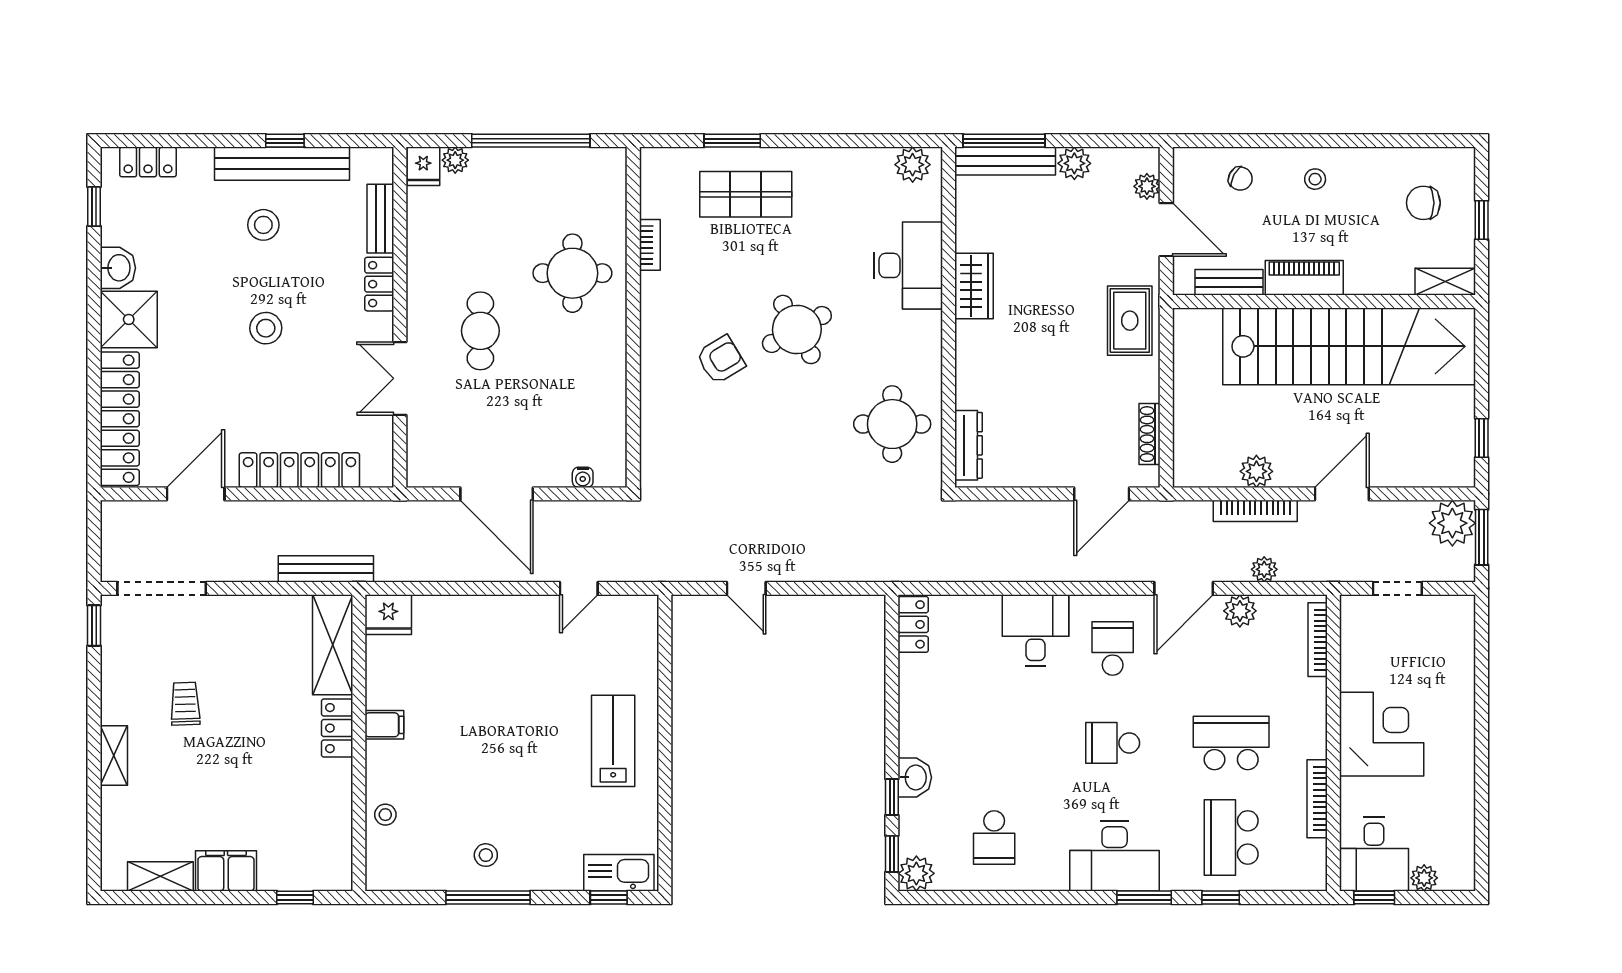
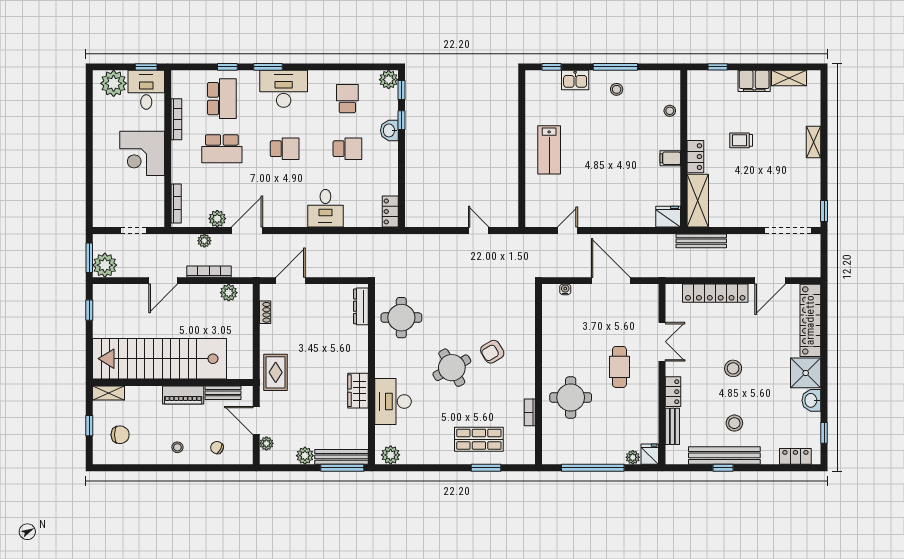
shoe rack: (1150, 434) -> (265, 312), width x0.70
plant: (1256, 471) -> (229, 293), moved
school desk: (1113, 648) -> (347, 149), moved, turned -90
trolley: (185, 704) -> (741, 140), moved, turned 92
kitchen sink: (619, 873) -> (575, 80), moved, width x0.73
plant: (1424, 878) -> (114, 83), width x1.87, depth x1.87

